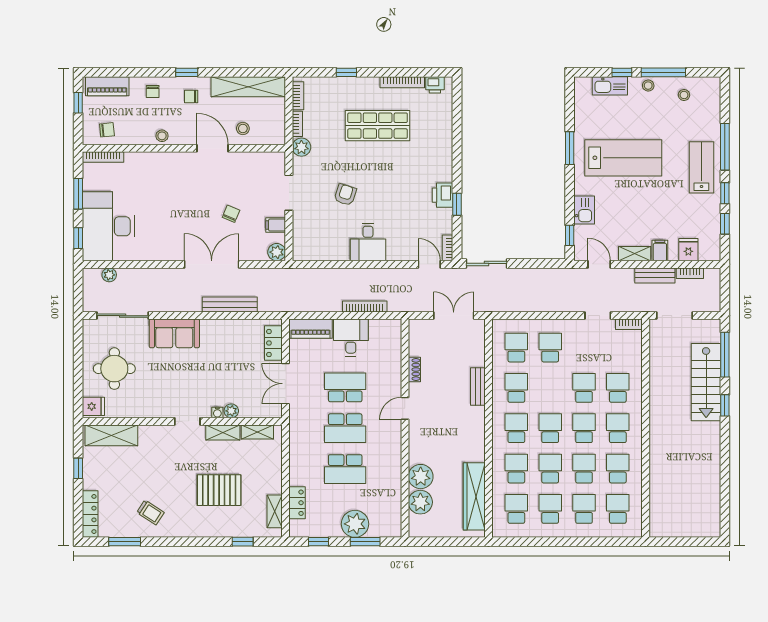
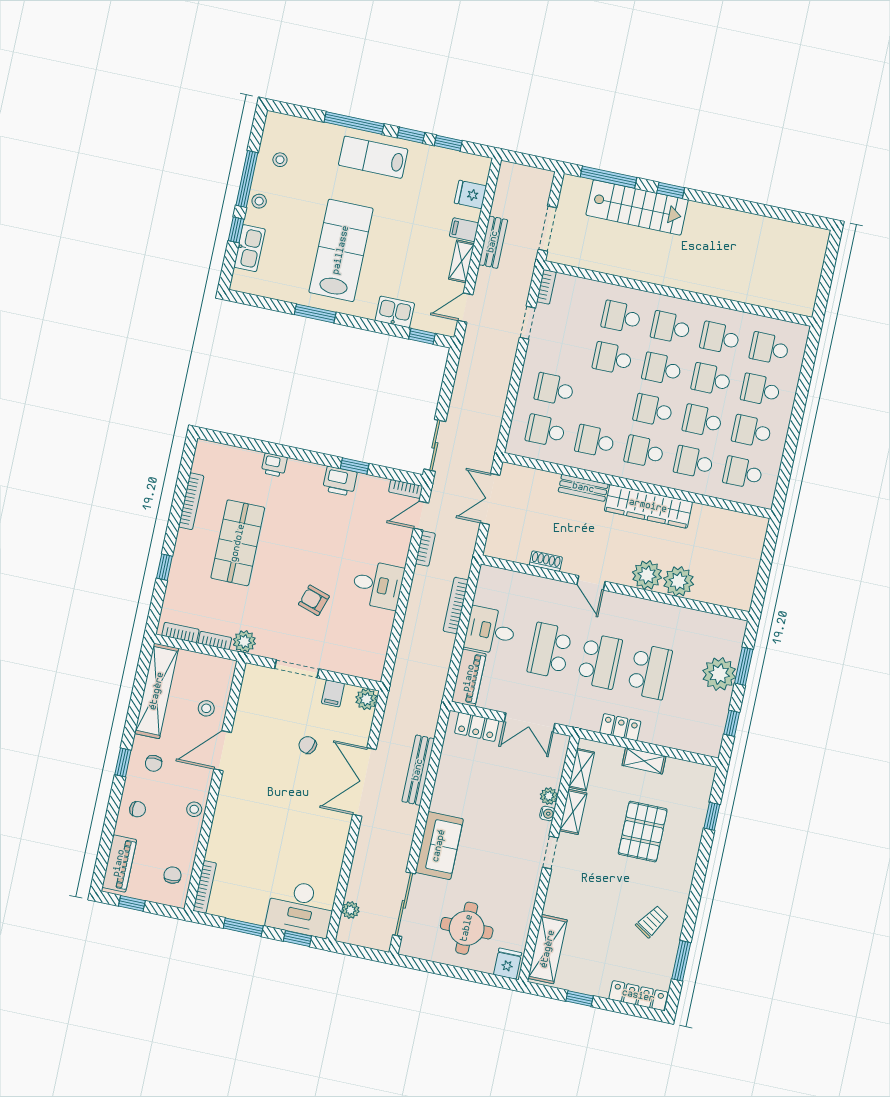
printer: (435, 85) -> (274, 465), moved, turned 90
desk: (108, 226) -> (301, 908), width x0.73, depth x0.77
bookcase: (690, 273) -> (425, 549), moved
wardrobe: (474, 496) -> (648, 506), moved
plant: (420, 502) -> (647, 575), moved
locker: (297, 503) -> (620, 727), moved
shelving: (275, 511) -> (644, 761), moved

